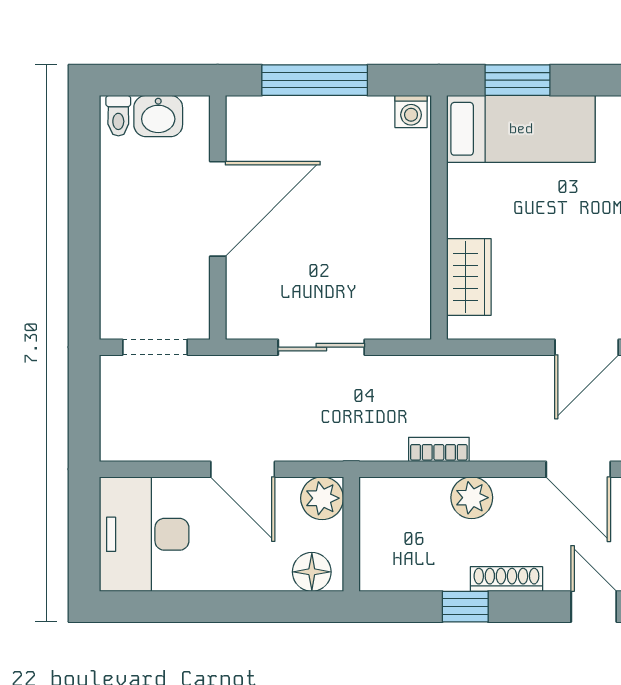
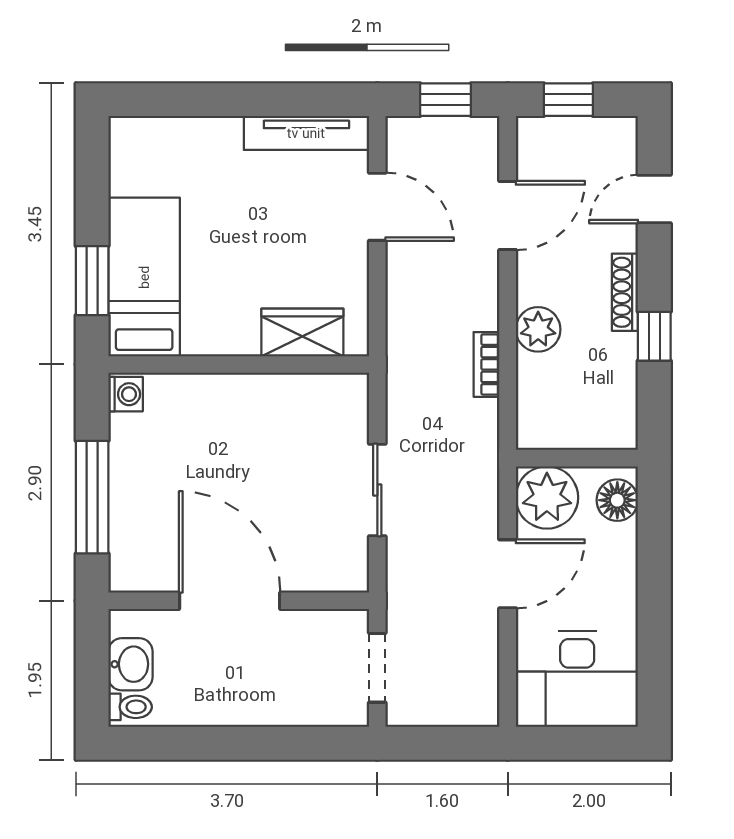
plant: (322, 498) -> (547, 497), width x1.36, depth x1.36

